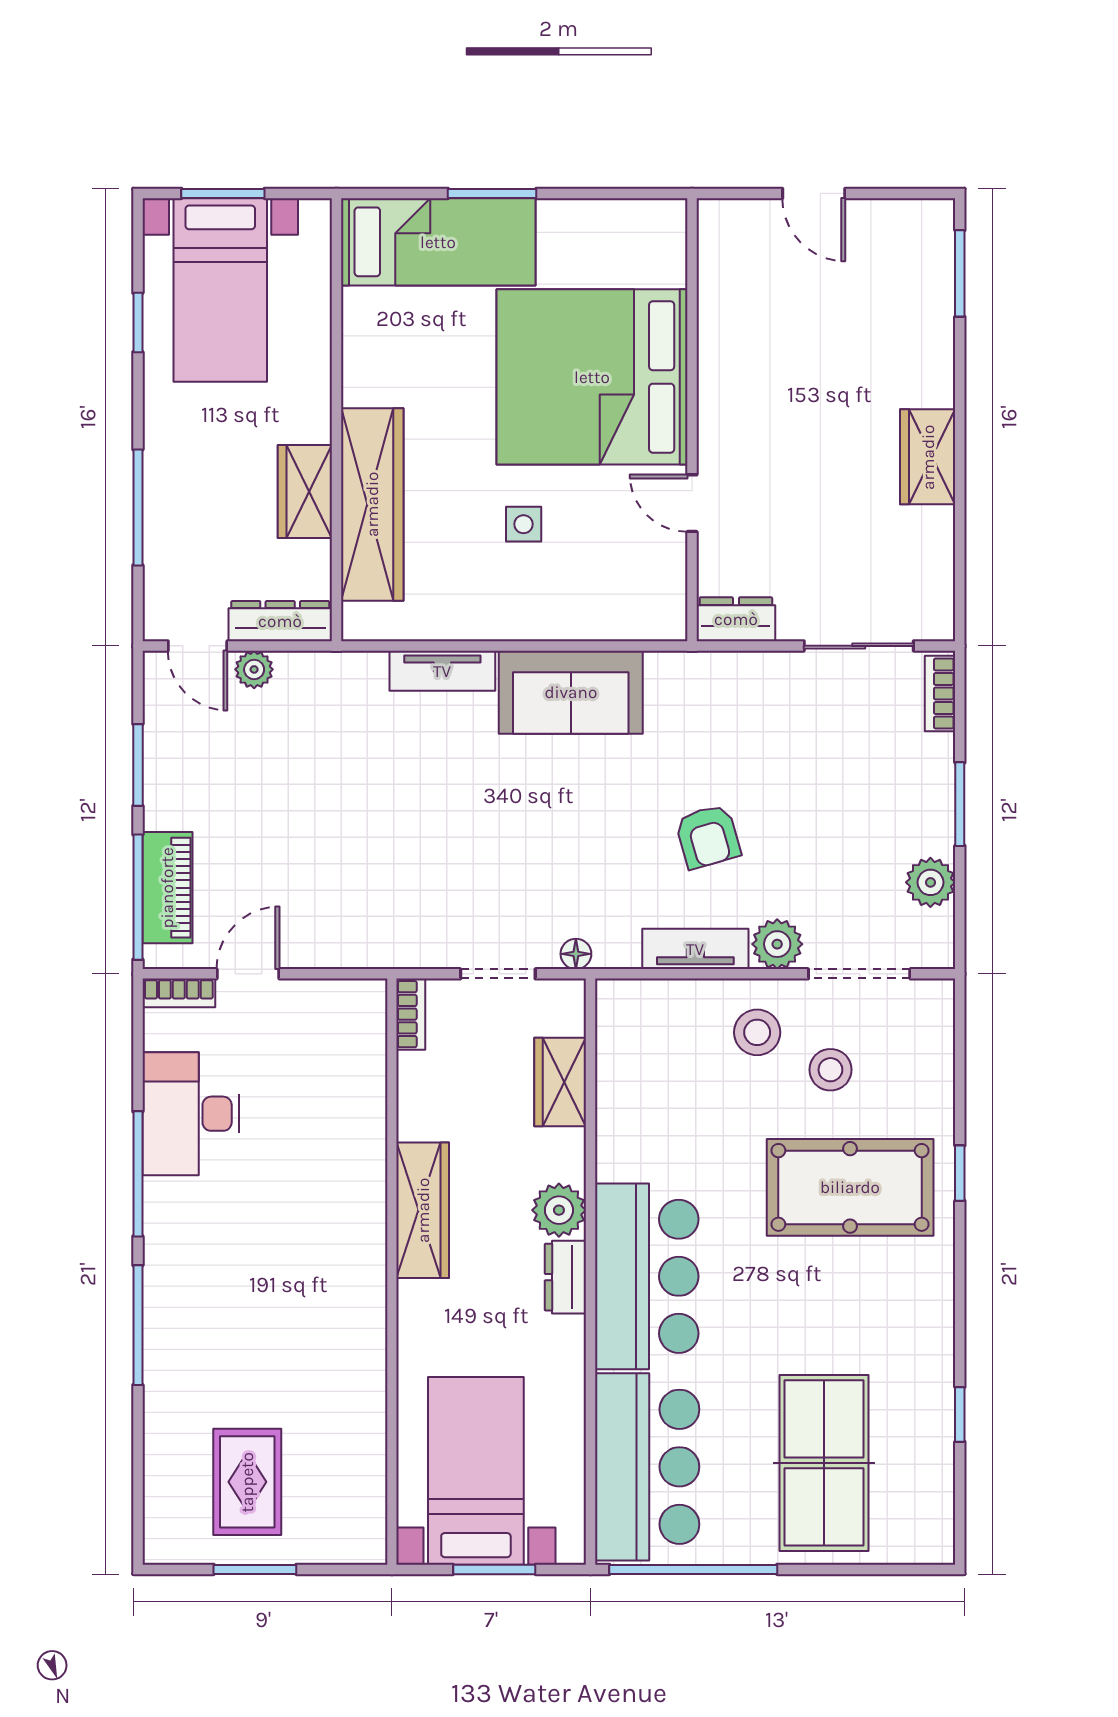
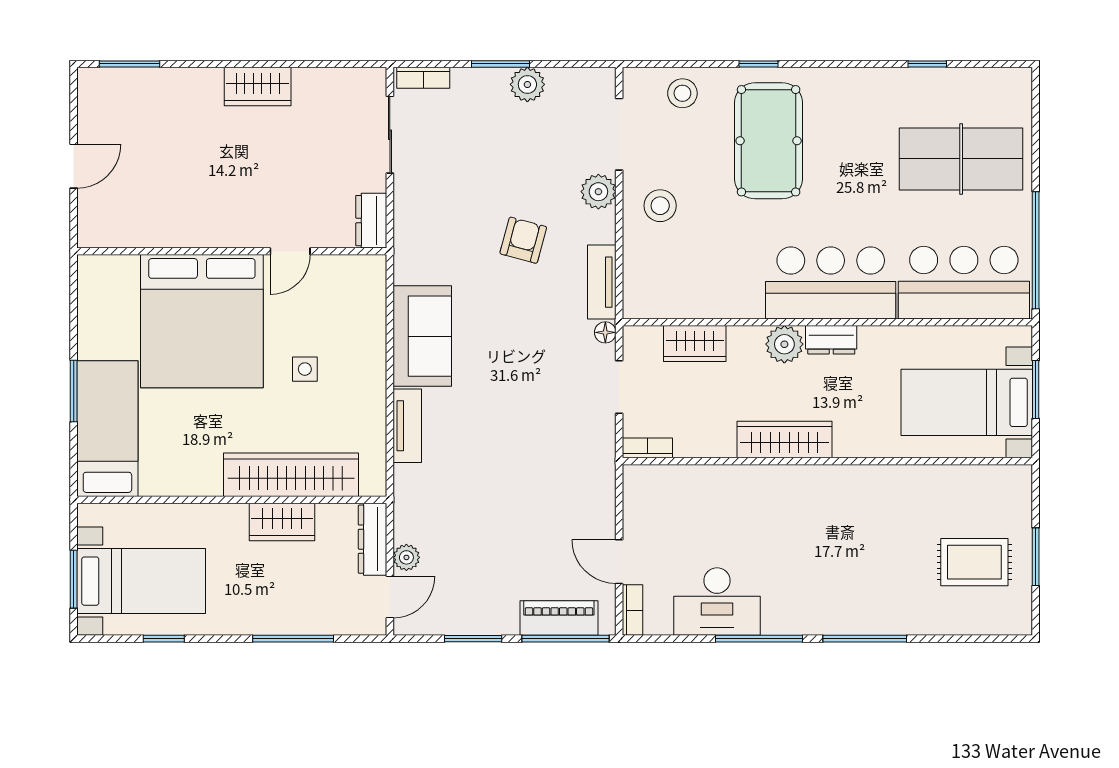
armchair: (708, 837) -> (523, 240), turned -59
plant: (930, 882) -> (527, 84), moved
tv unit: (695, 949) -> (602, 282), moved
stool: (830, 1070) -> (682, 93), moved

